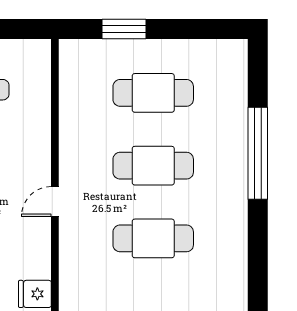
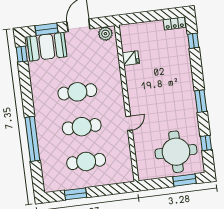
window: (124, 29) -> (75, 194), moved
door: (55, 202) -> (129, 123), moved

